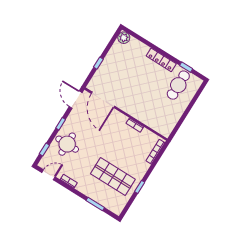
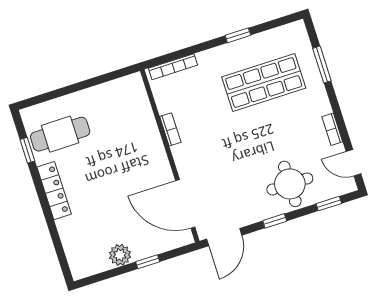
plant: (124, 38) -> (120, 255), moved
door: (103, 100) -> (185, 204), swing flipped
shop shelf: (113, 177) -> (264, 83), turned 90

